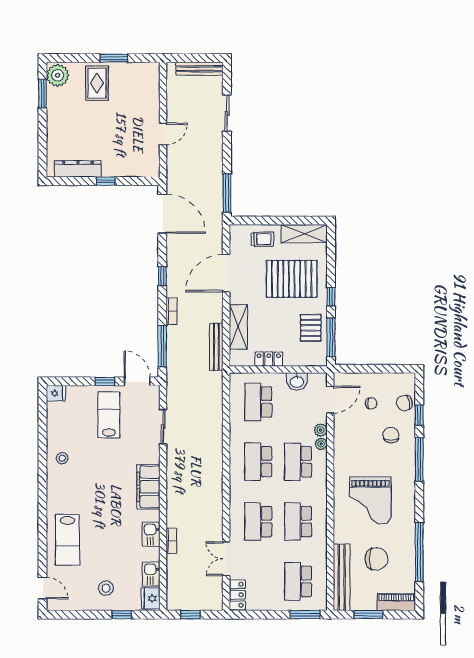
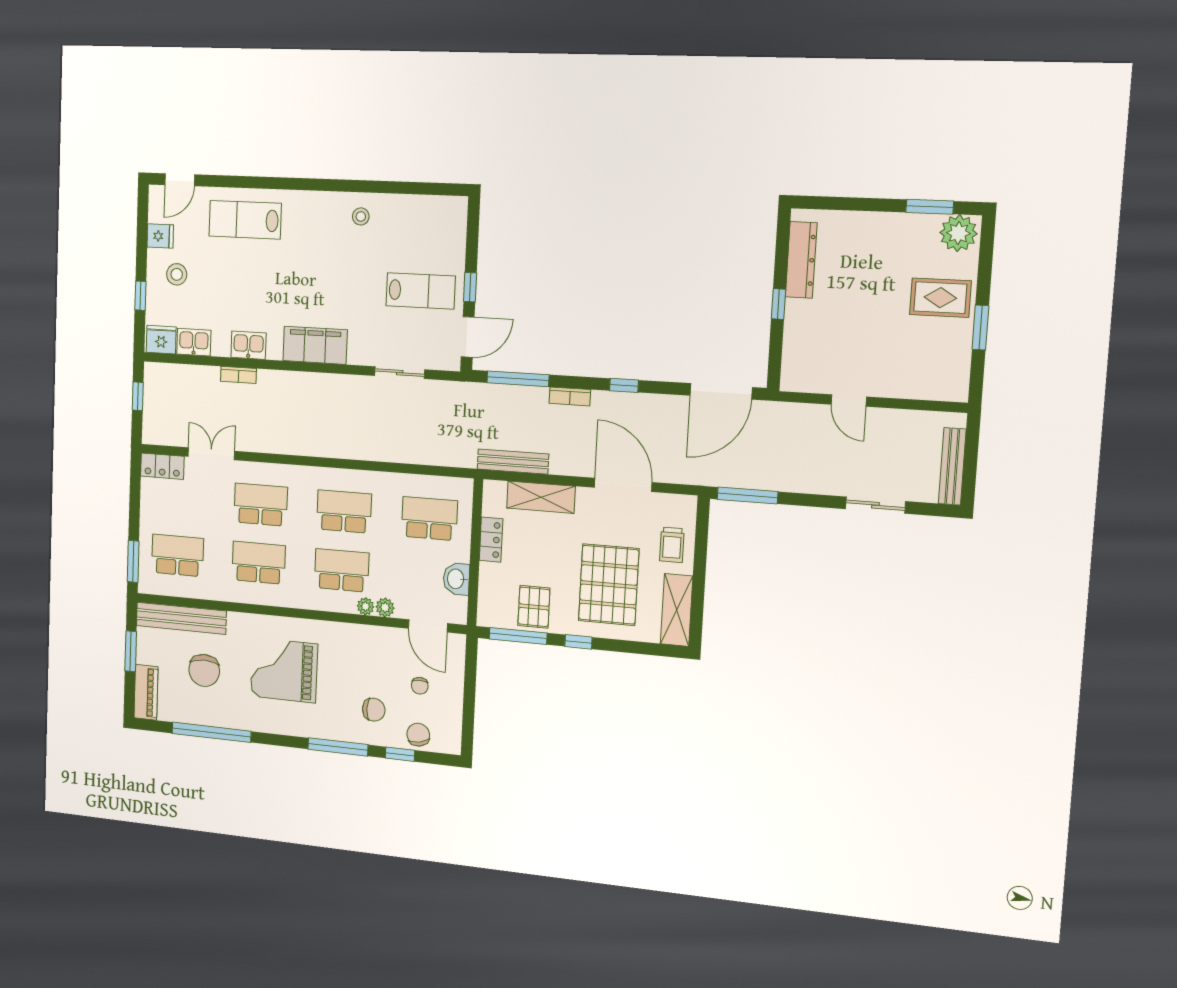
pallet: (311, 328) -> (534, 607), turned 90
fridge: (56, 393) -> (160, 236), moved, turned -90

